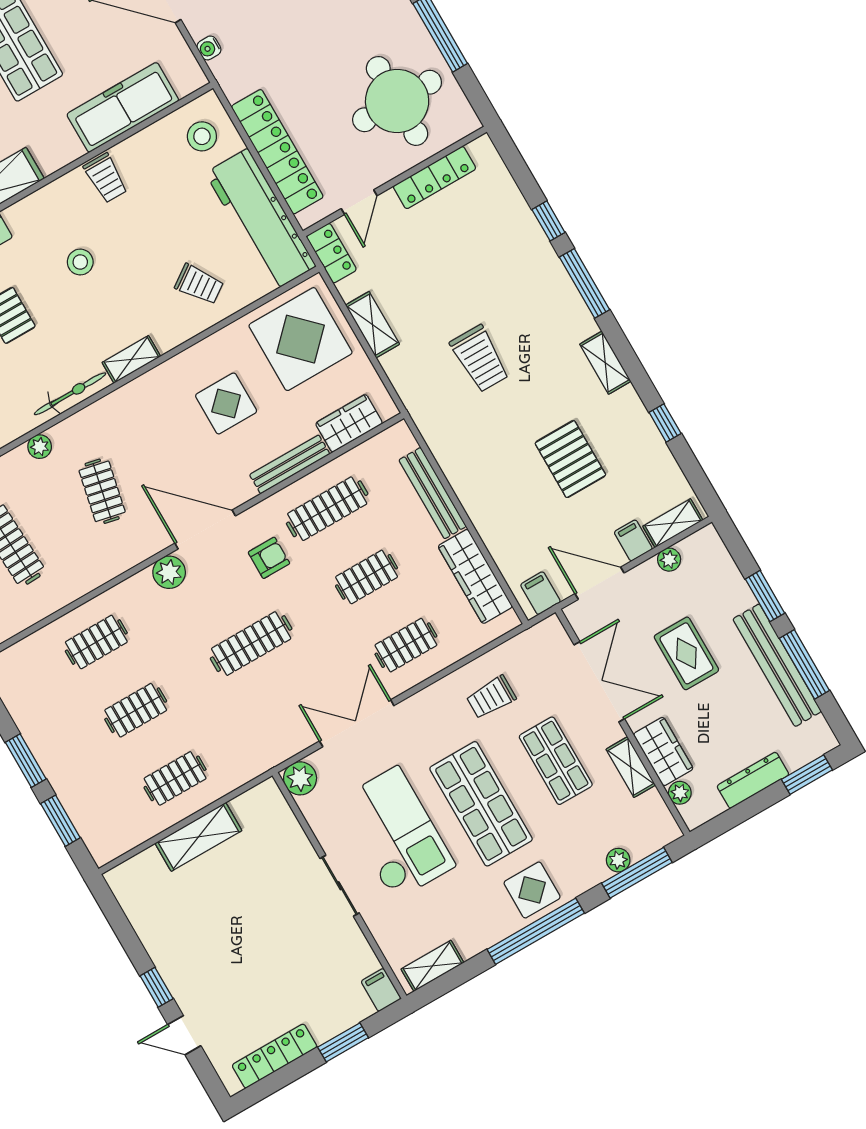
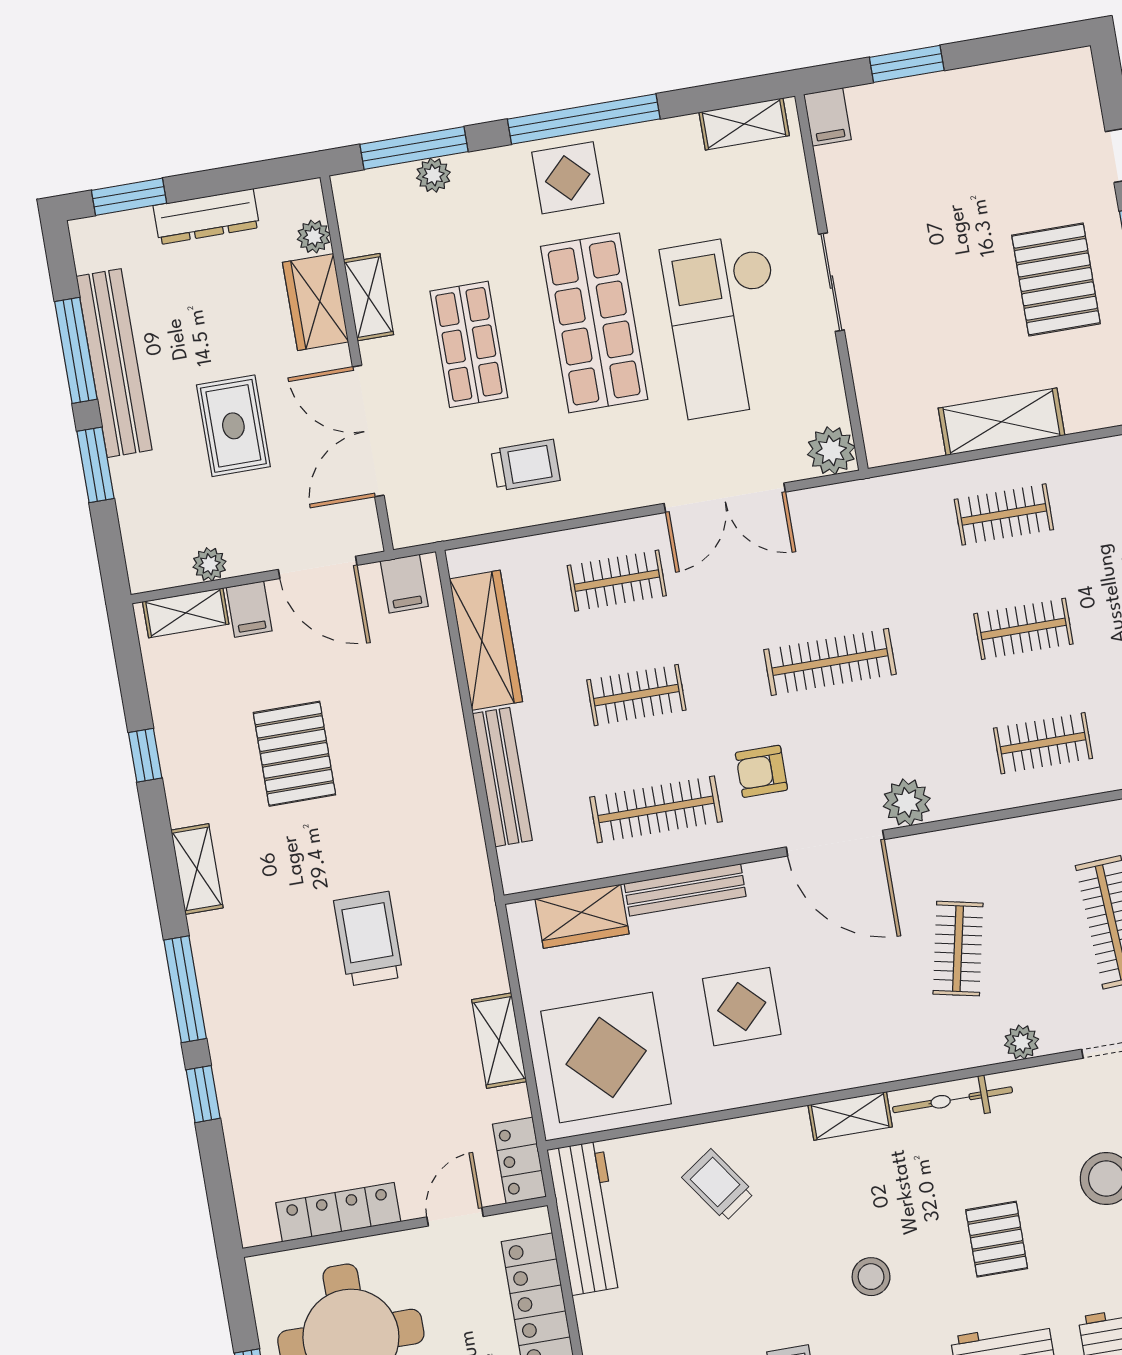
workbench: (261, 220) -> (587, 1218), width x0.73, depth x0.76
pallet: (197, 940) -> (1056, 279), added
locker: (275, 1056) -> (1008, 80), removed

